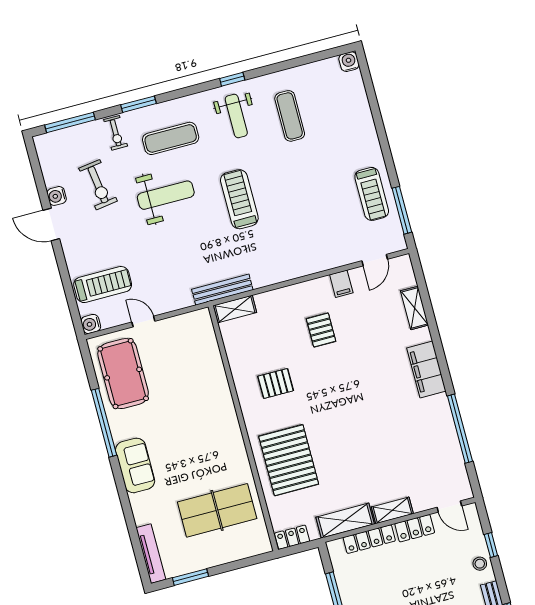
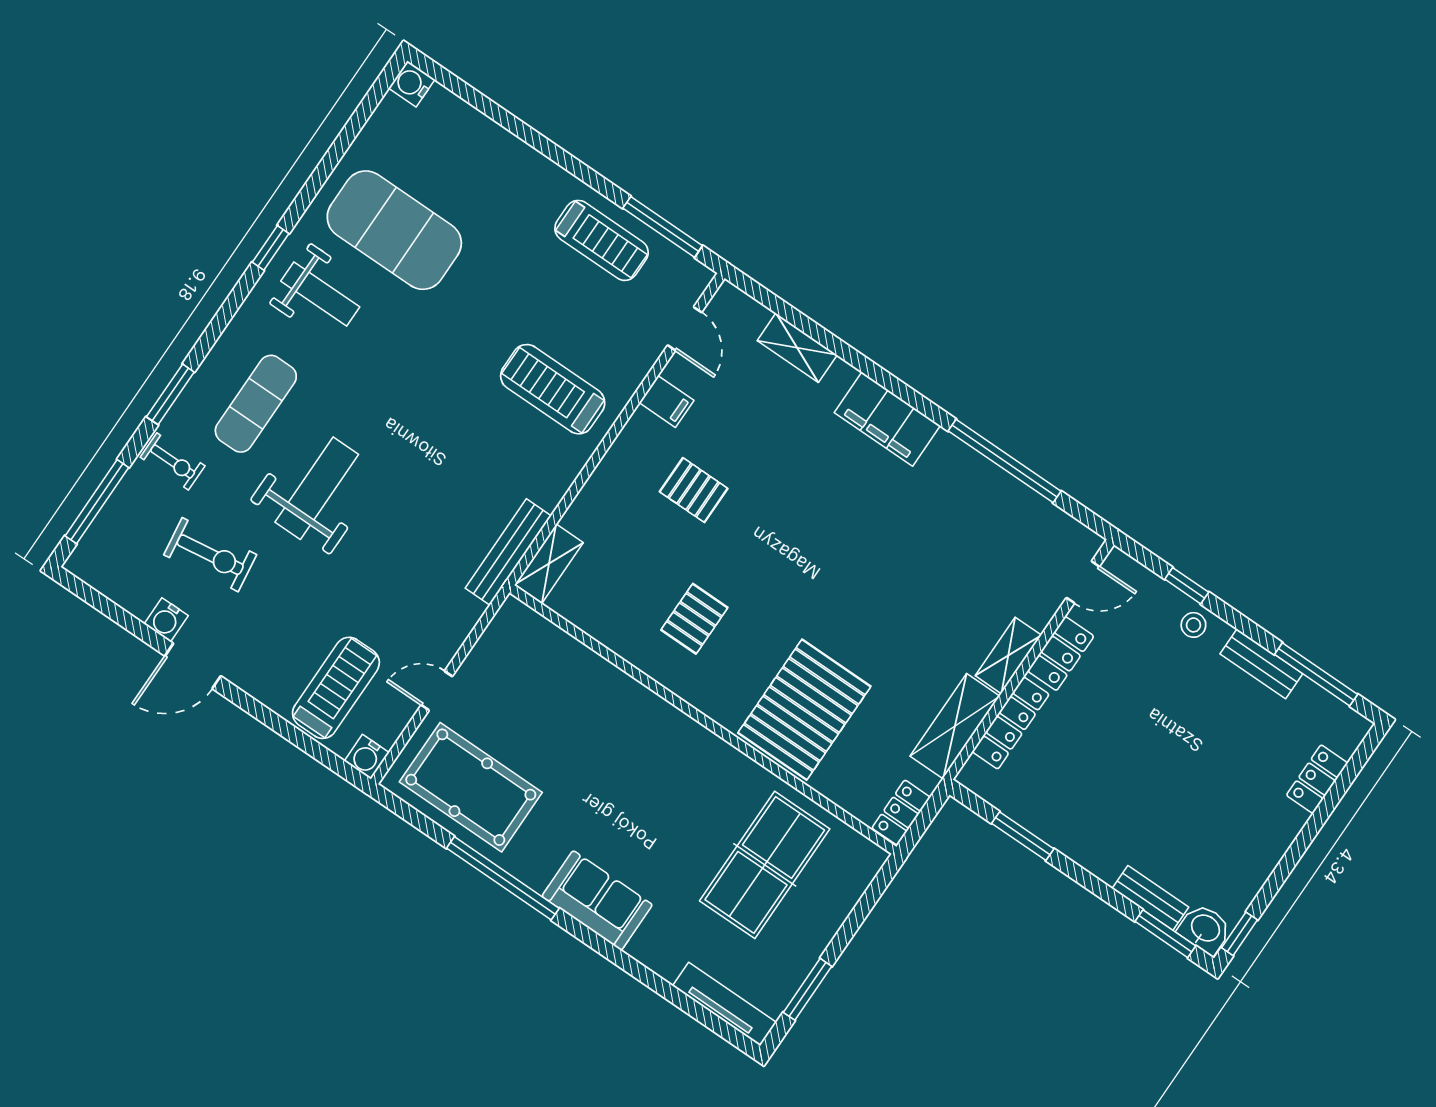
exercise mat: (290, 116) -> (394, 230), width x2.00, depth x1.45
treadmill: (239, 199) -> (553, 389), moved
pallet: (289, 460) -> (804, 710), turned 90

